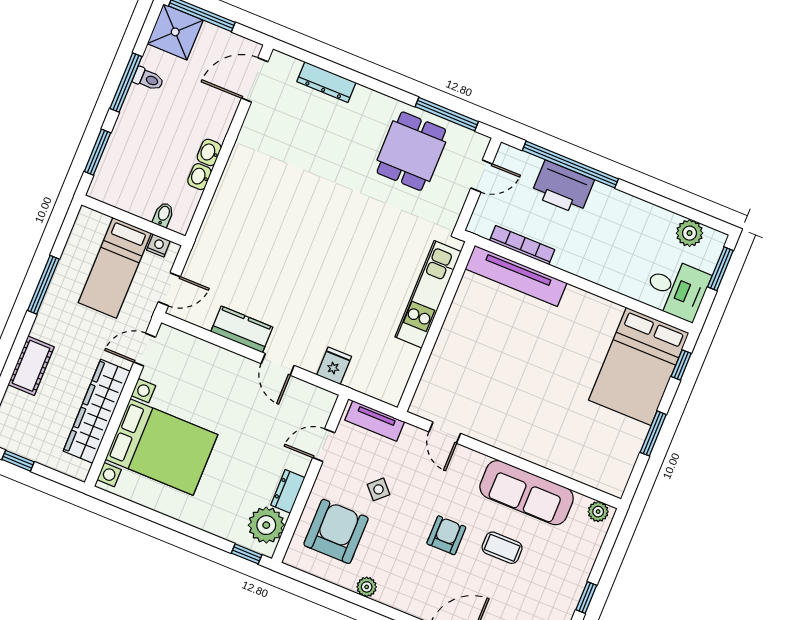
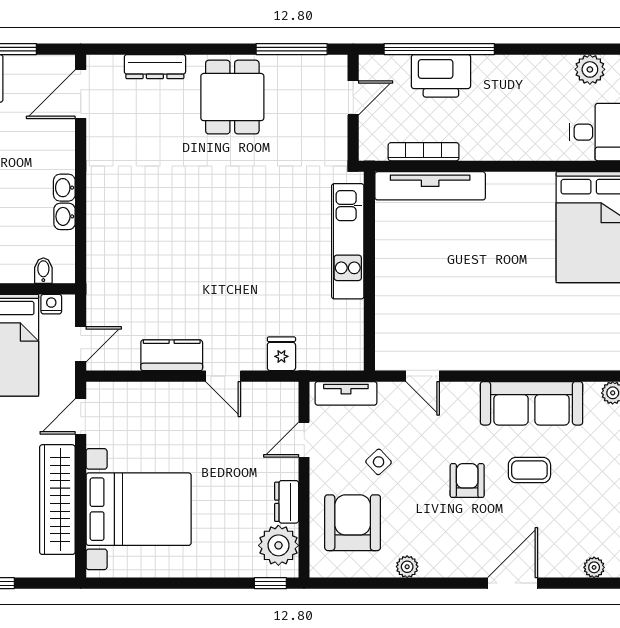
dining table: (411, 151) -> (232, 97), moved

